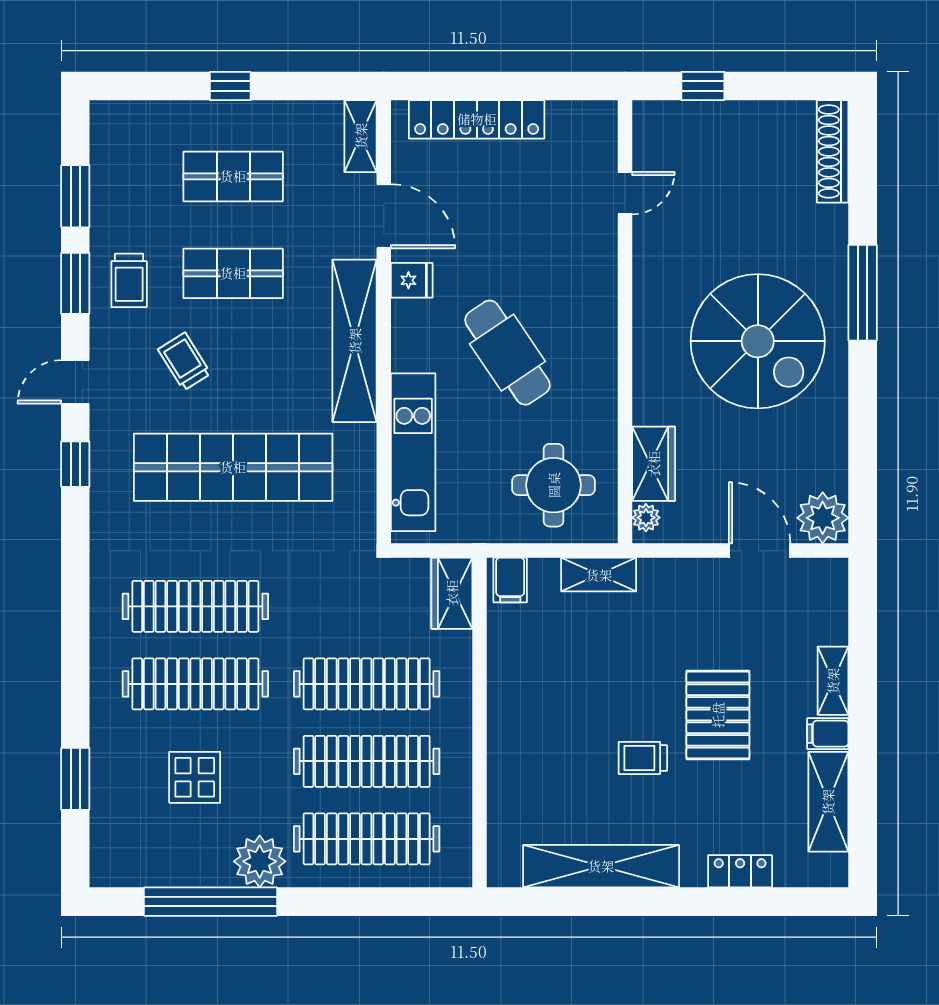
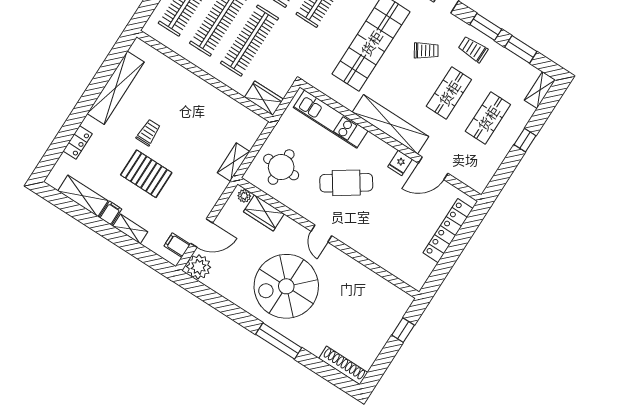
shelving: (361, 136) -> (540, 90), moved, turned 90
door: (625, 193) -> (321, 233), moved
filing cabinet: (510, 580) -> (177, 245), moved

